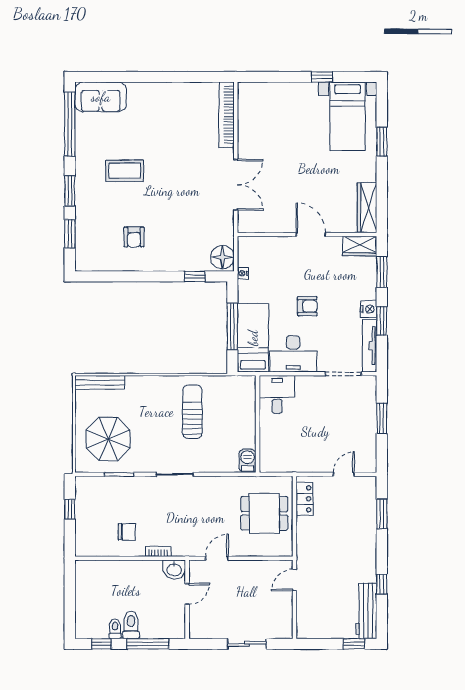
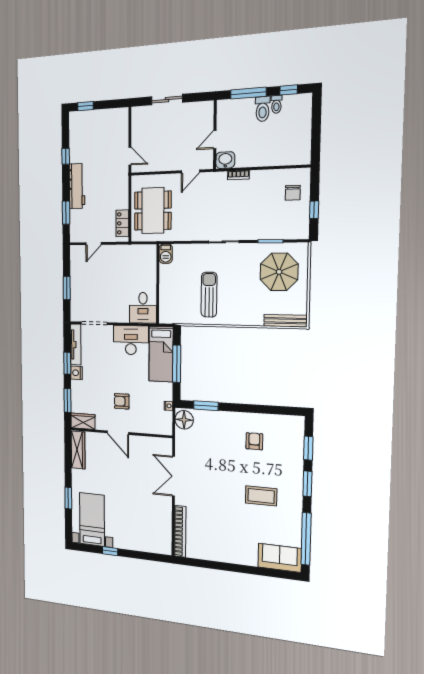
window: (195, 276) -> (206, 406), width x1.50
armchair: (307, 306) -> (122, 401), moved
sun lounger: (192, 412) -> (209, 295), turned 180
dining table: (264, 513) -> (153, 211), width x1.38
chair: (127, 532) -> (293, 193), moved, turned -90
door: (294, 580) -> (130, 156), hinge flipped
workbench: (366, 611) -> (77, 186), moved

